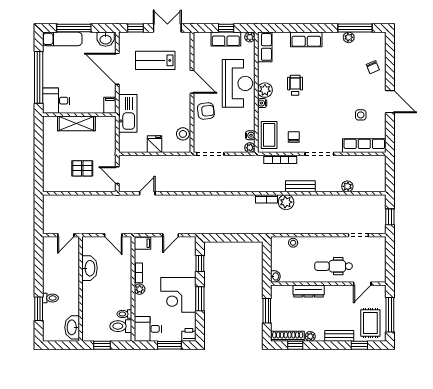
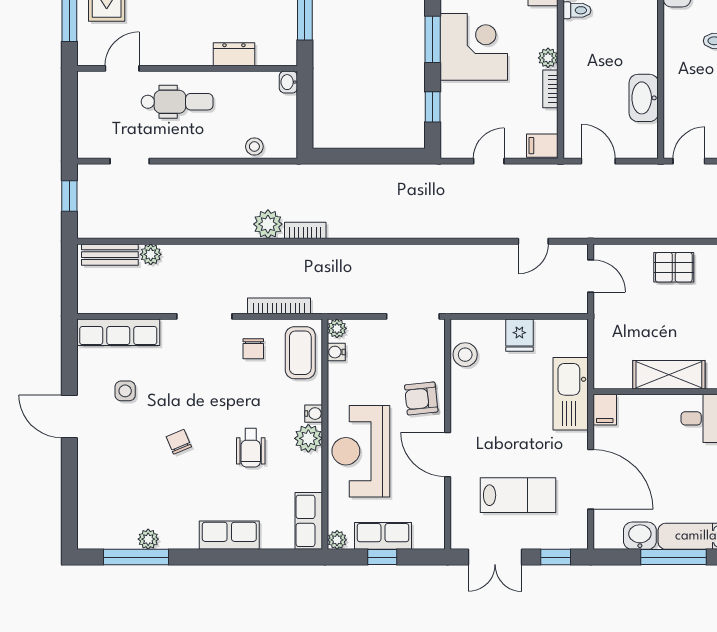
washbasin: (106, 39) -> (640, 536), moved
chair: (373, 67) -> (179, 442), moved
pallet: (82, 168) -> (674, 267), moved
bench: (300, 186) -> (110, 255), moved
dresser: (309, 291) -> (234, 54), width x0.70

